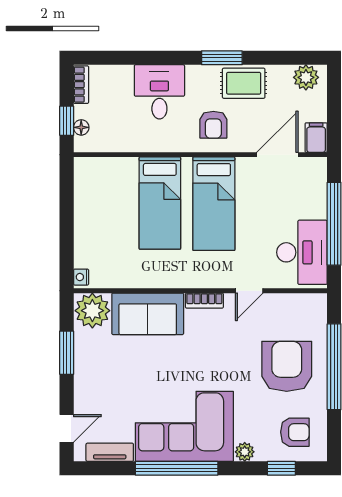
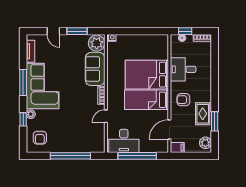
window: (222, 58) -> (215, 121), moved
desk: (159, 92) -> (183, 69), moved, turned 180
door: (277, 155) -> (169, 129), swing flipped
bed: (160, 203) -> (147, 75), width x1.50
door: (249, 291) -> (106, 116), hinge flipped
armchair: (287, 366) -> (71, 134), removed
door: (67, 428) -> (53, 31), moved
window: (177, 468) -> (23, 82), width x0.68
window: (281, 468) -> (23, 119), moved

